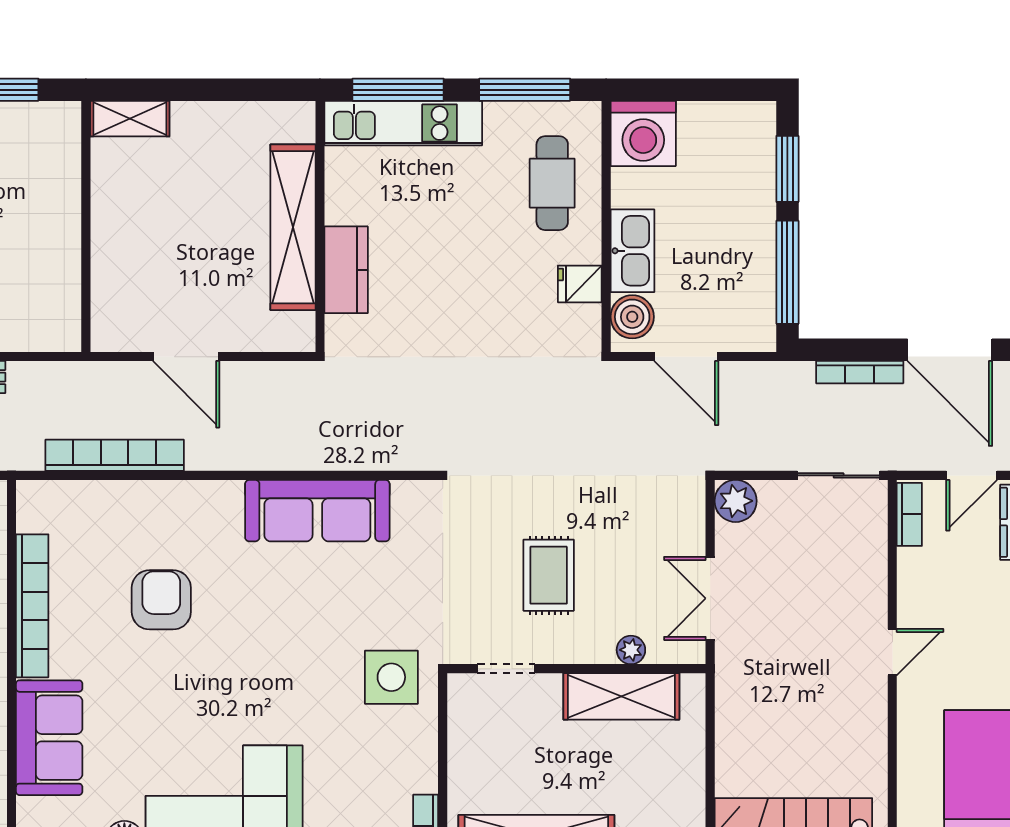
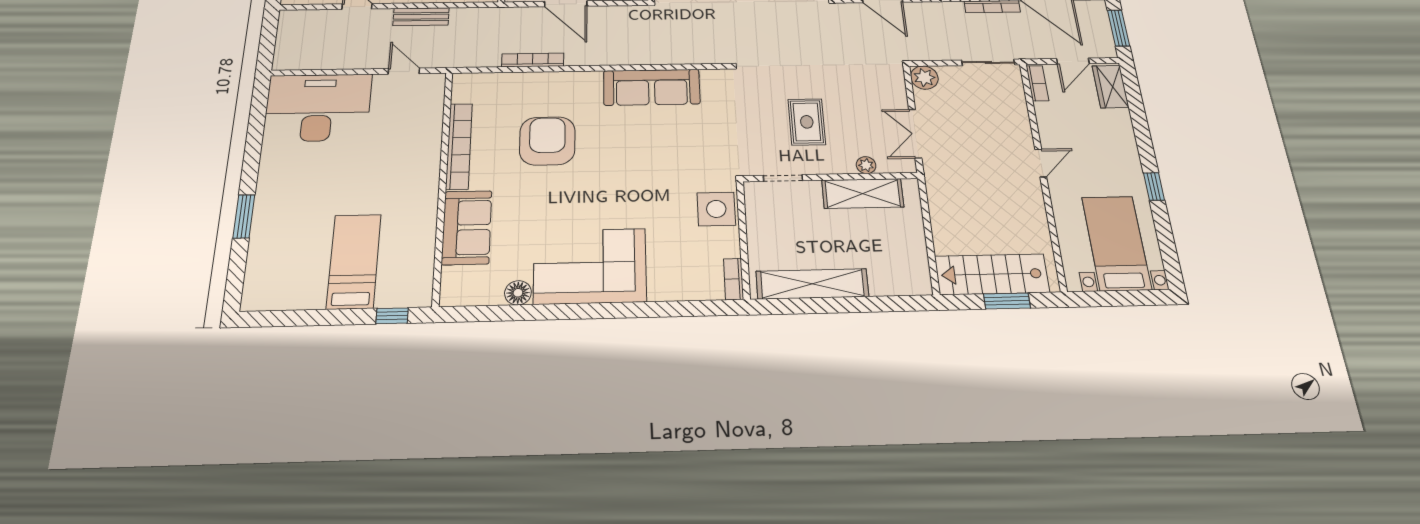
bookcase: (115, 455) -> (533, 60), width x0.68, depth x0.76
armchair: (161, 600) -> (547, 141), width x1.36, depth x1.36
side table: (391, 677) -> (716, 209), moved

